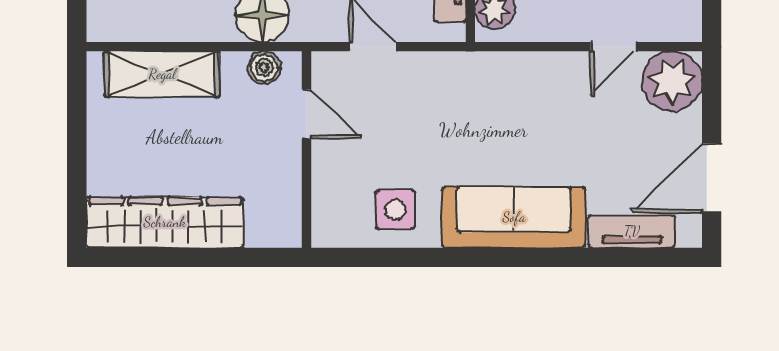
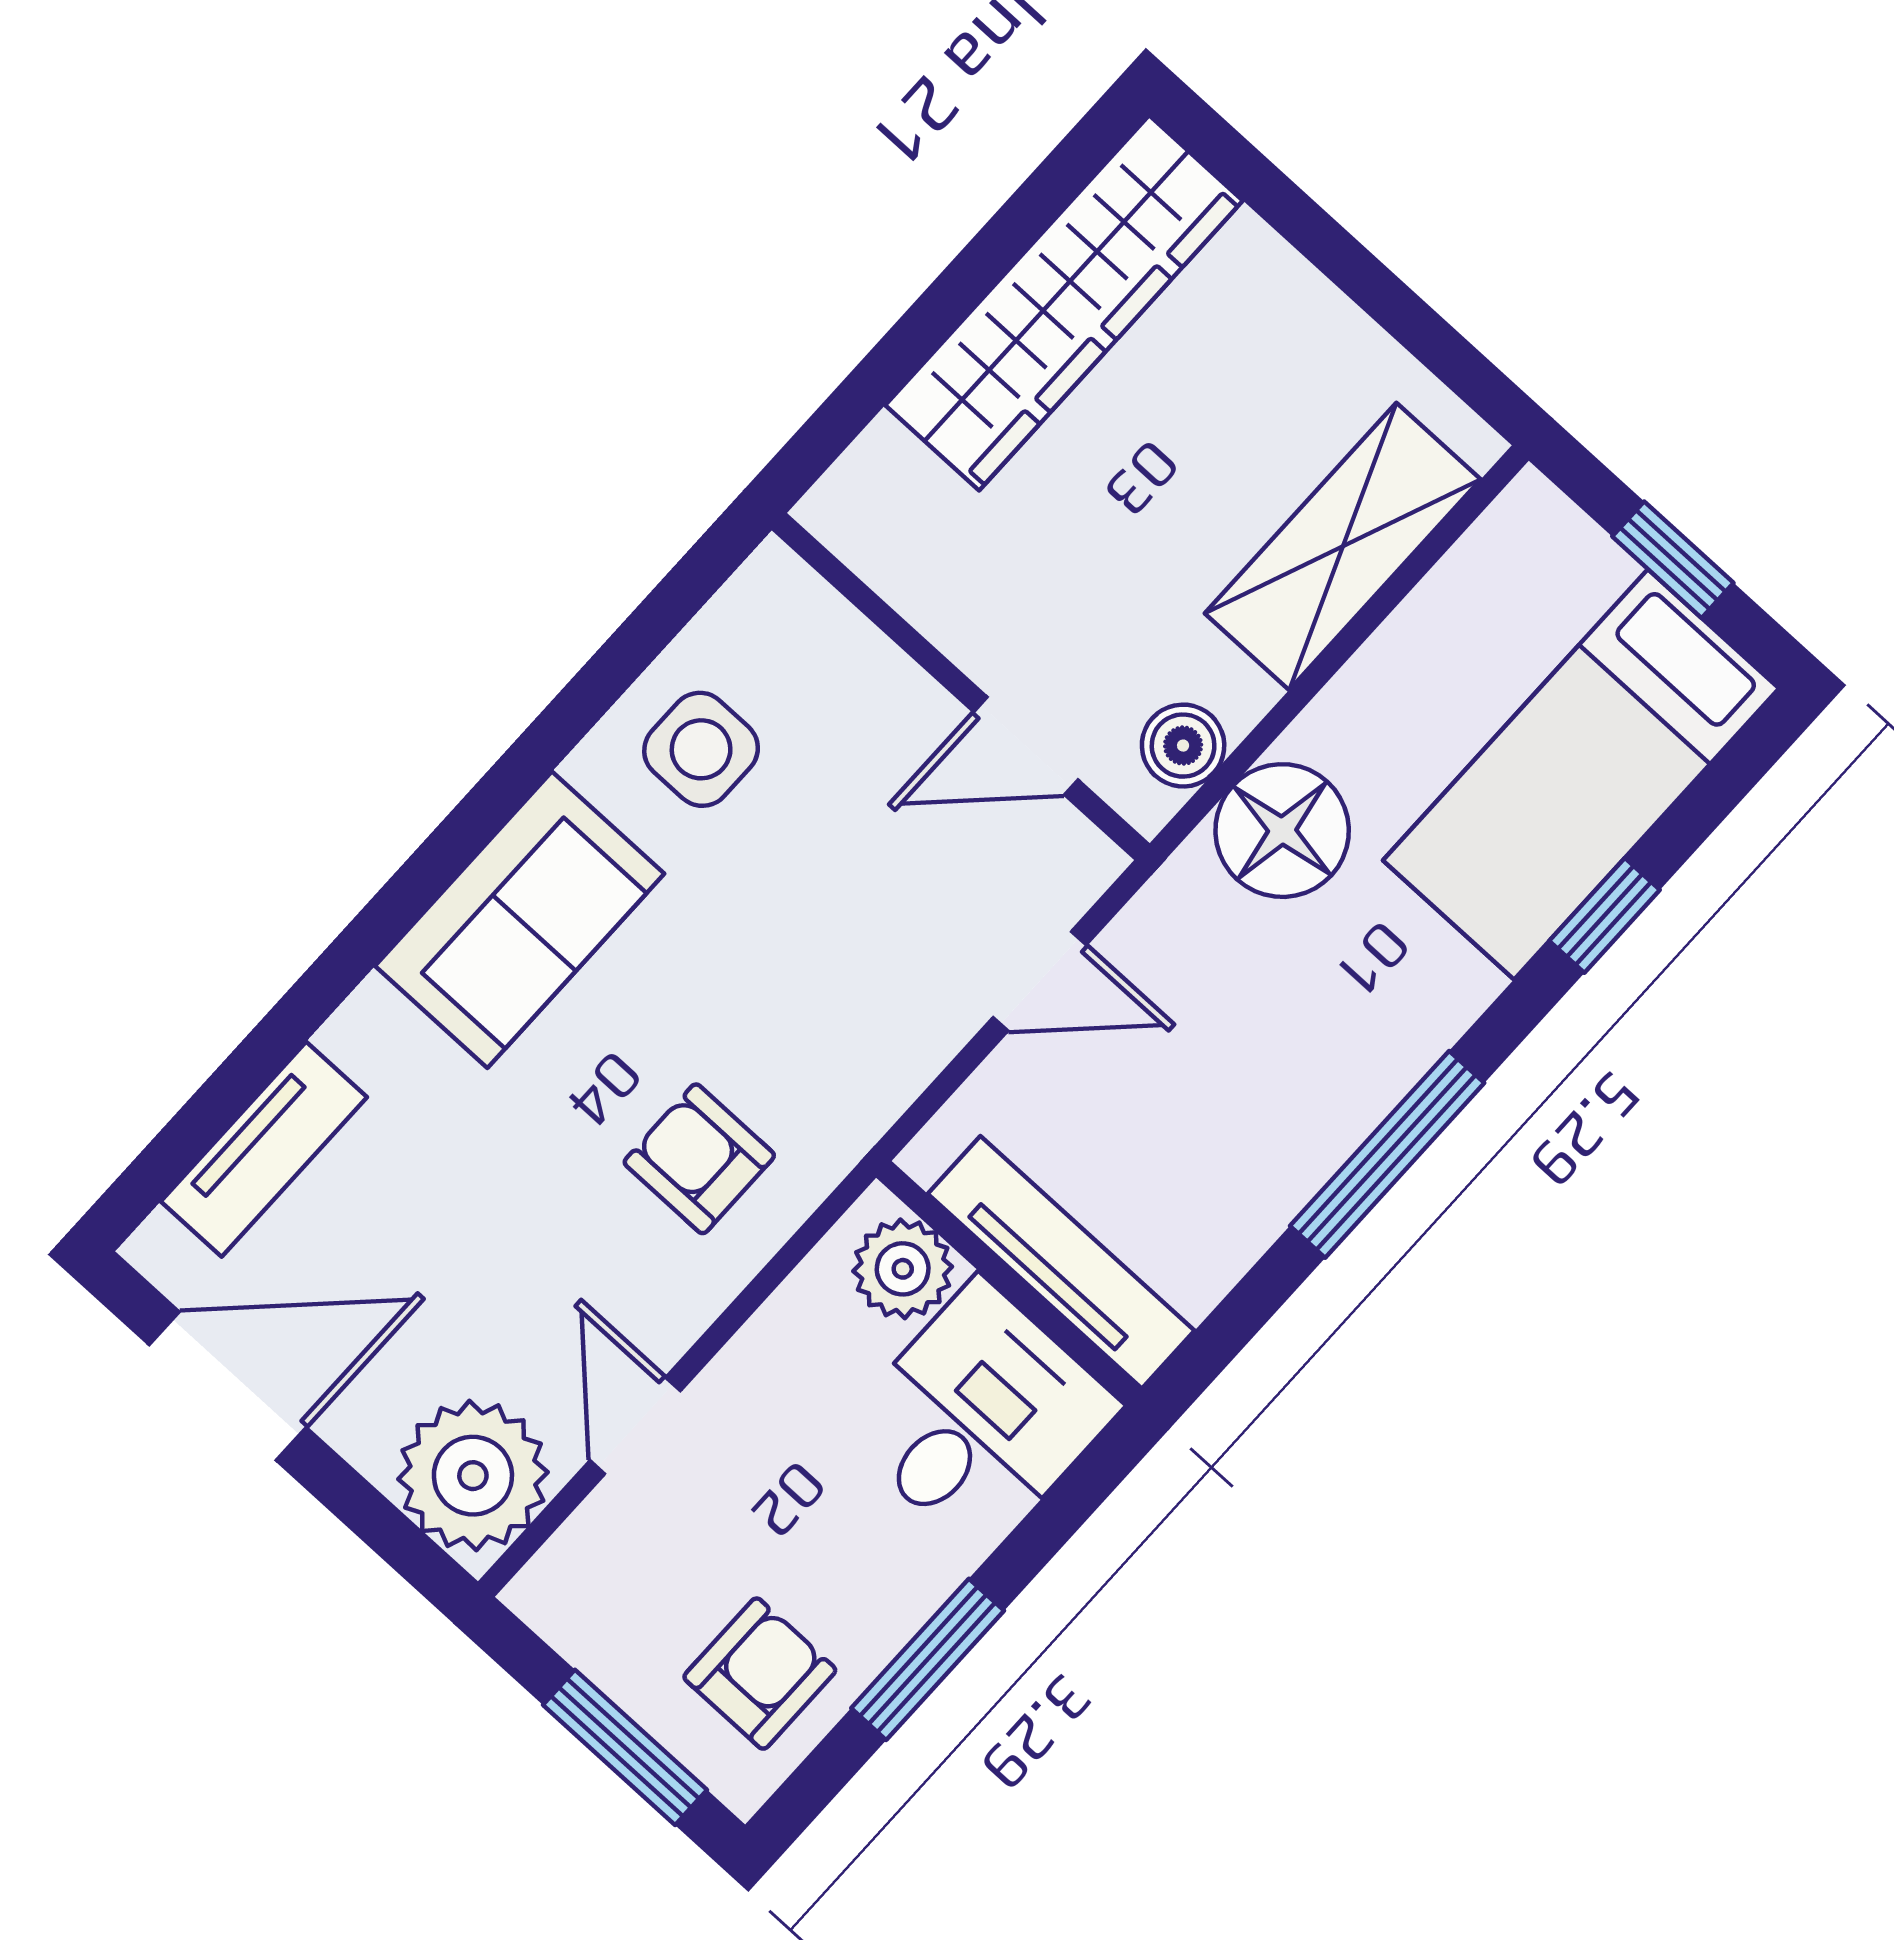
armchair: (517, 100) -> (699, 1159), added
door: (712, 178) -> (228, 1386), hinge flipped
sofa: (514, 217) -> (520, 920), width x0.73

